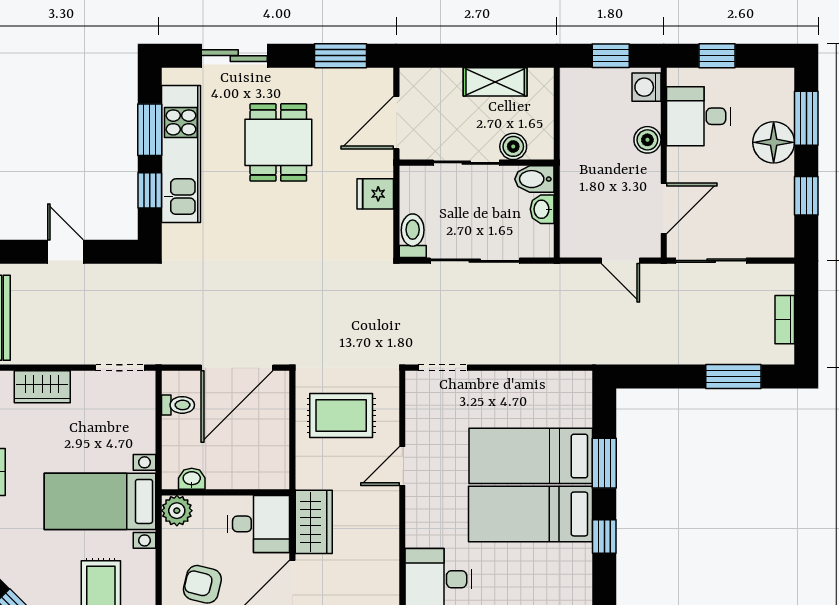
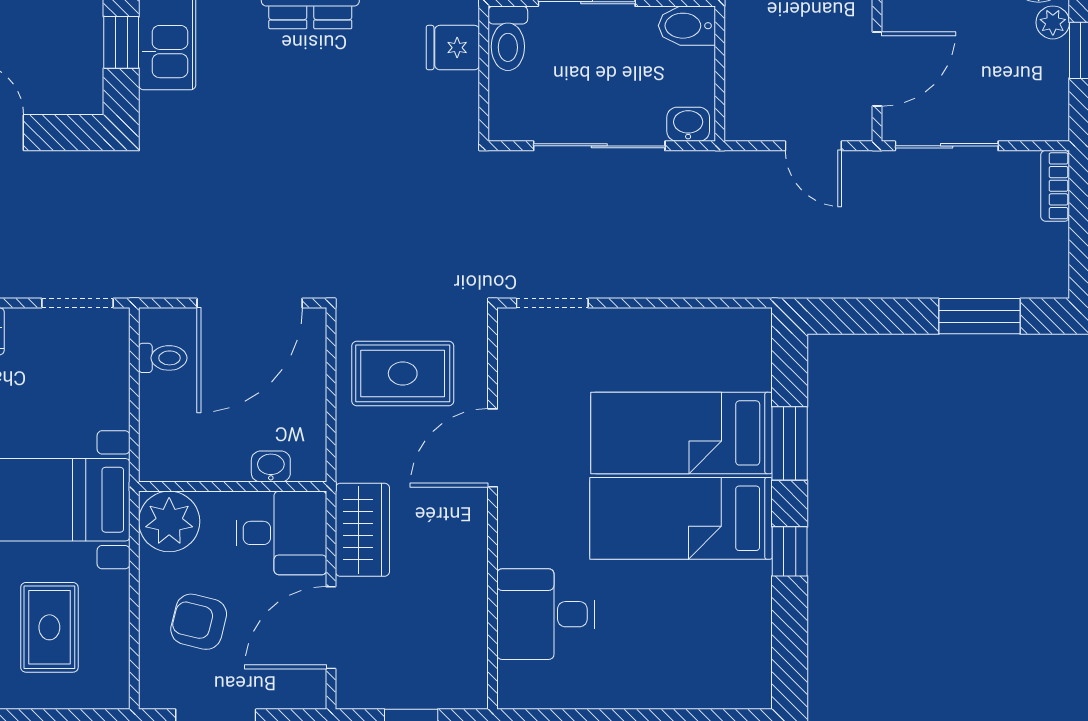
plant: (783, 177) -> (1053, 22), added
washbasin: (542, 209) -> (688, 124), moved, turned 90
toilet: (413, 236) -> (508, 38), moved, turned 180
bookcase: (785, 320) -> (1055, 186), moved
door: (402, 466) -> (493, 448), width x1.38
washbasin: (192, 479) -> (271, 467), moved
plant: (177, 511) -> (169, 521), width x1.36, depth x1.36

